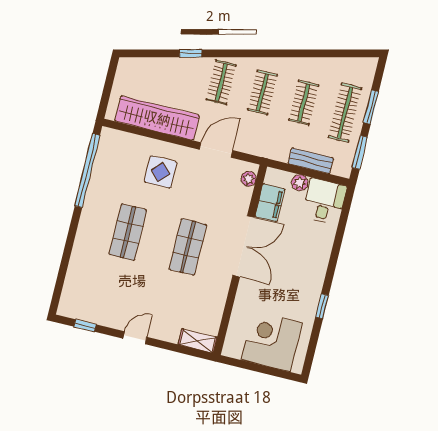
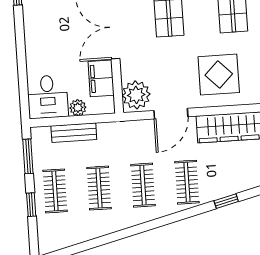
window: (371, 107) -> (31, 205), width x0.67
clothes rail: (345, 113) -> (55, 191), width x0.73
display table: (161, 172) -> (219, 75), width x1.36, depth x1.36
plant: (249, 179) -> (136, 95), width x1.88, depth x1.88

